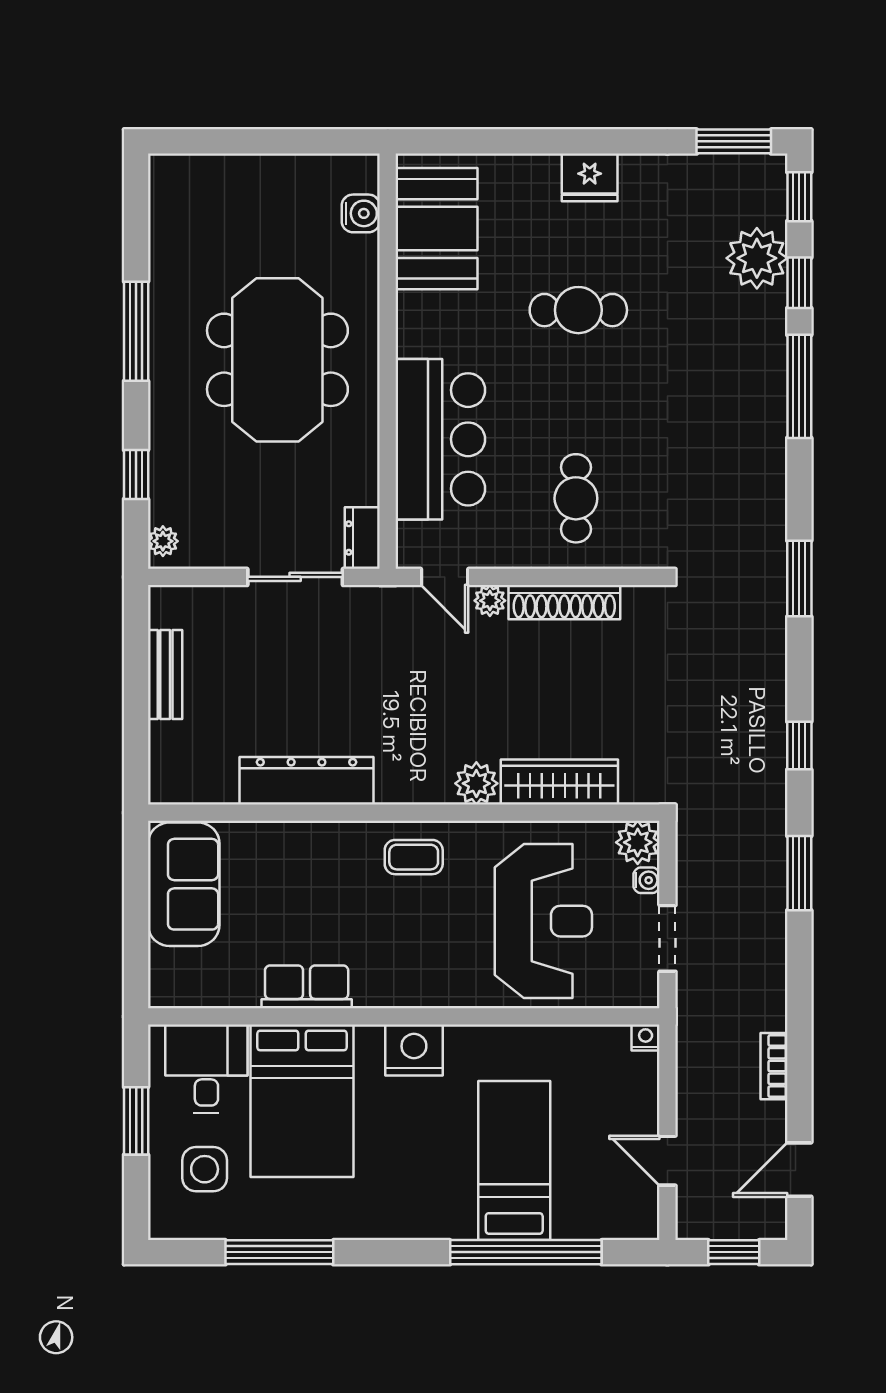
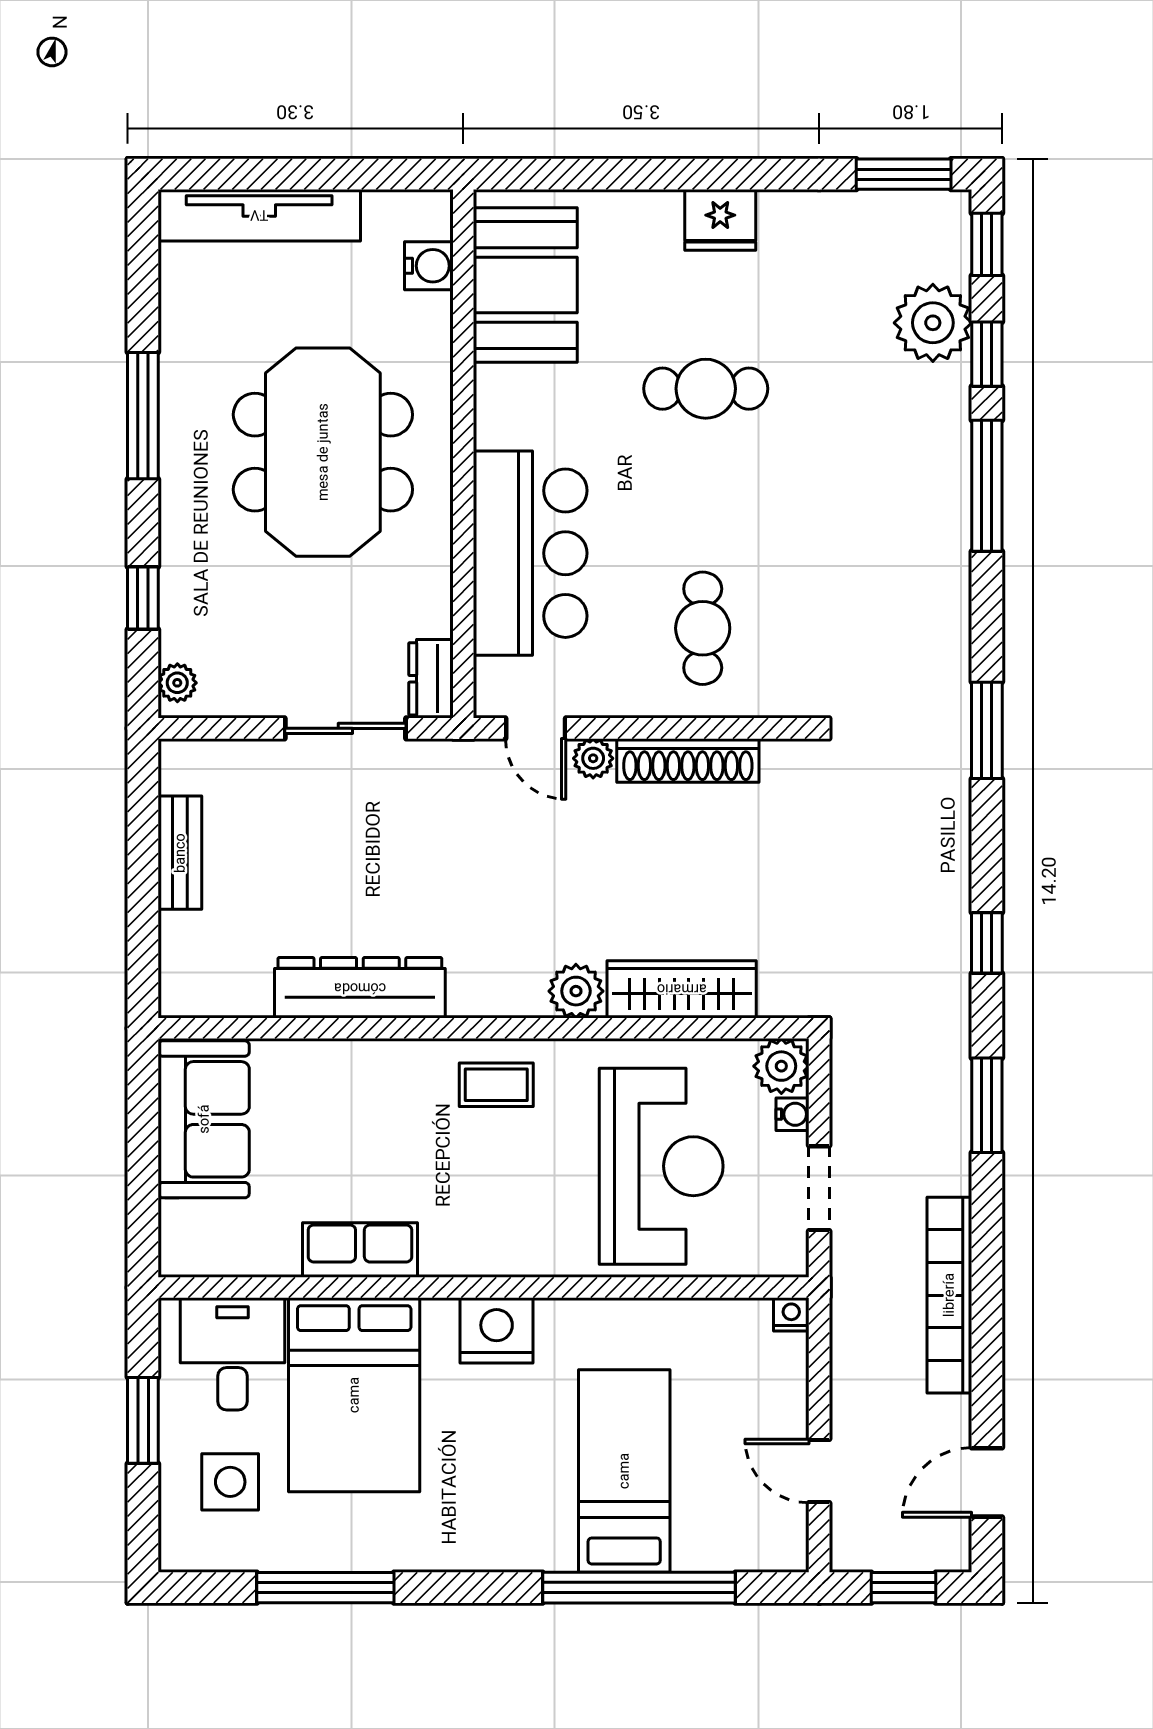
tv unit: (227, 174) -> (259, 215), added
bookcase: (774, 1066) -> (949, 1295), width x2.31, depth x1.31

